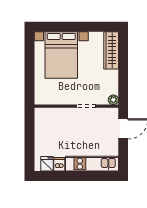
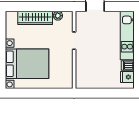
wardrobe: (111, 50) -> (35, 18), moved
plant: (113, 100) -> (58, 16), moved

